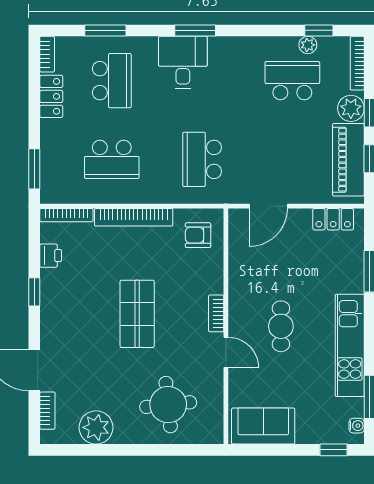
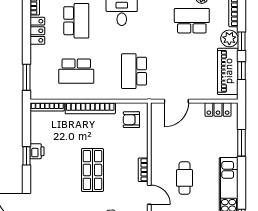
printer: (51, 256) -> (37, 151), moved

